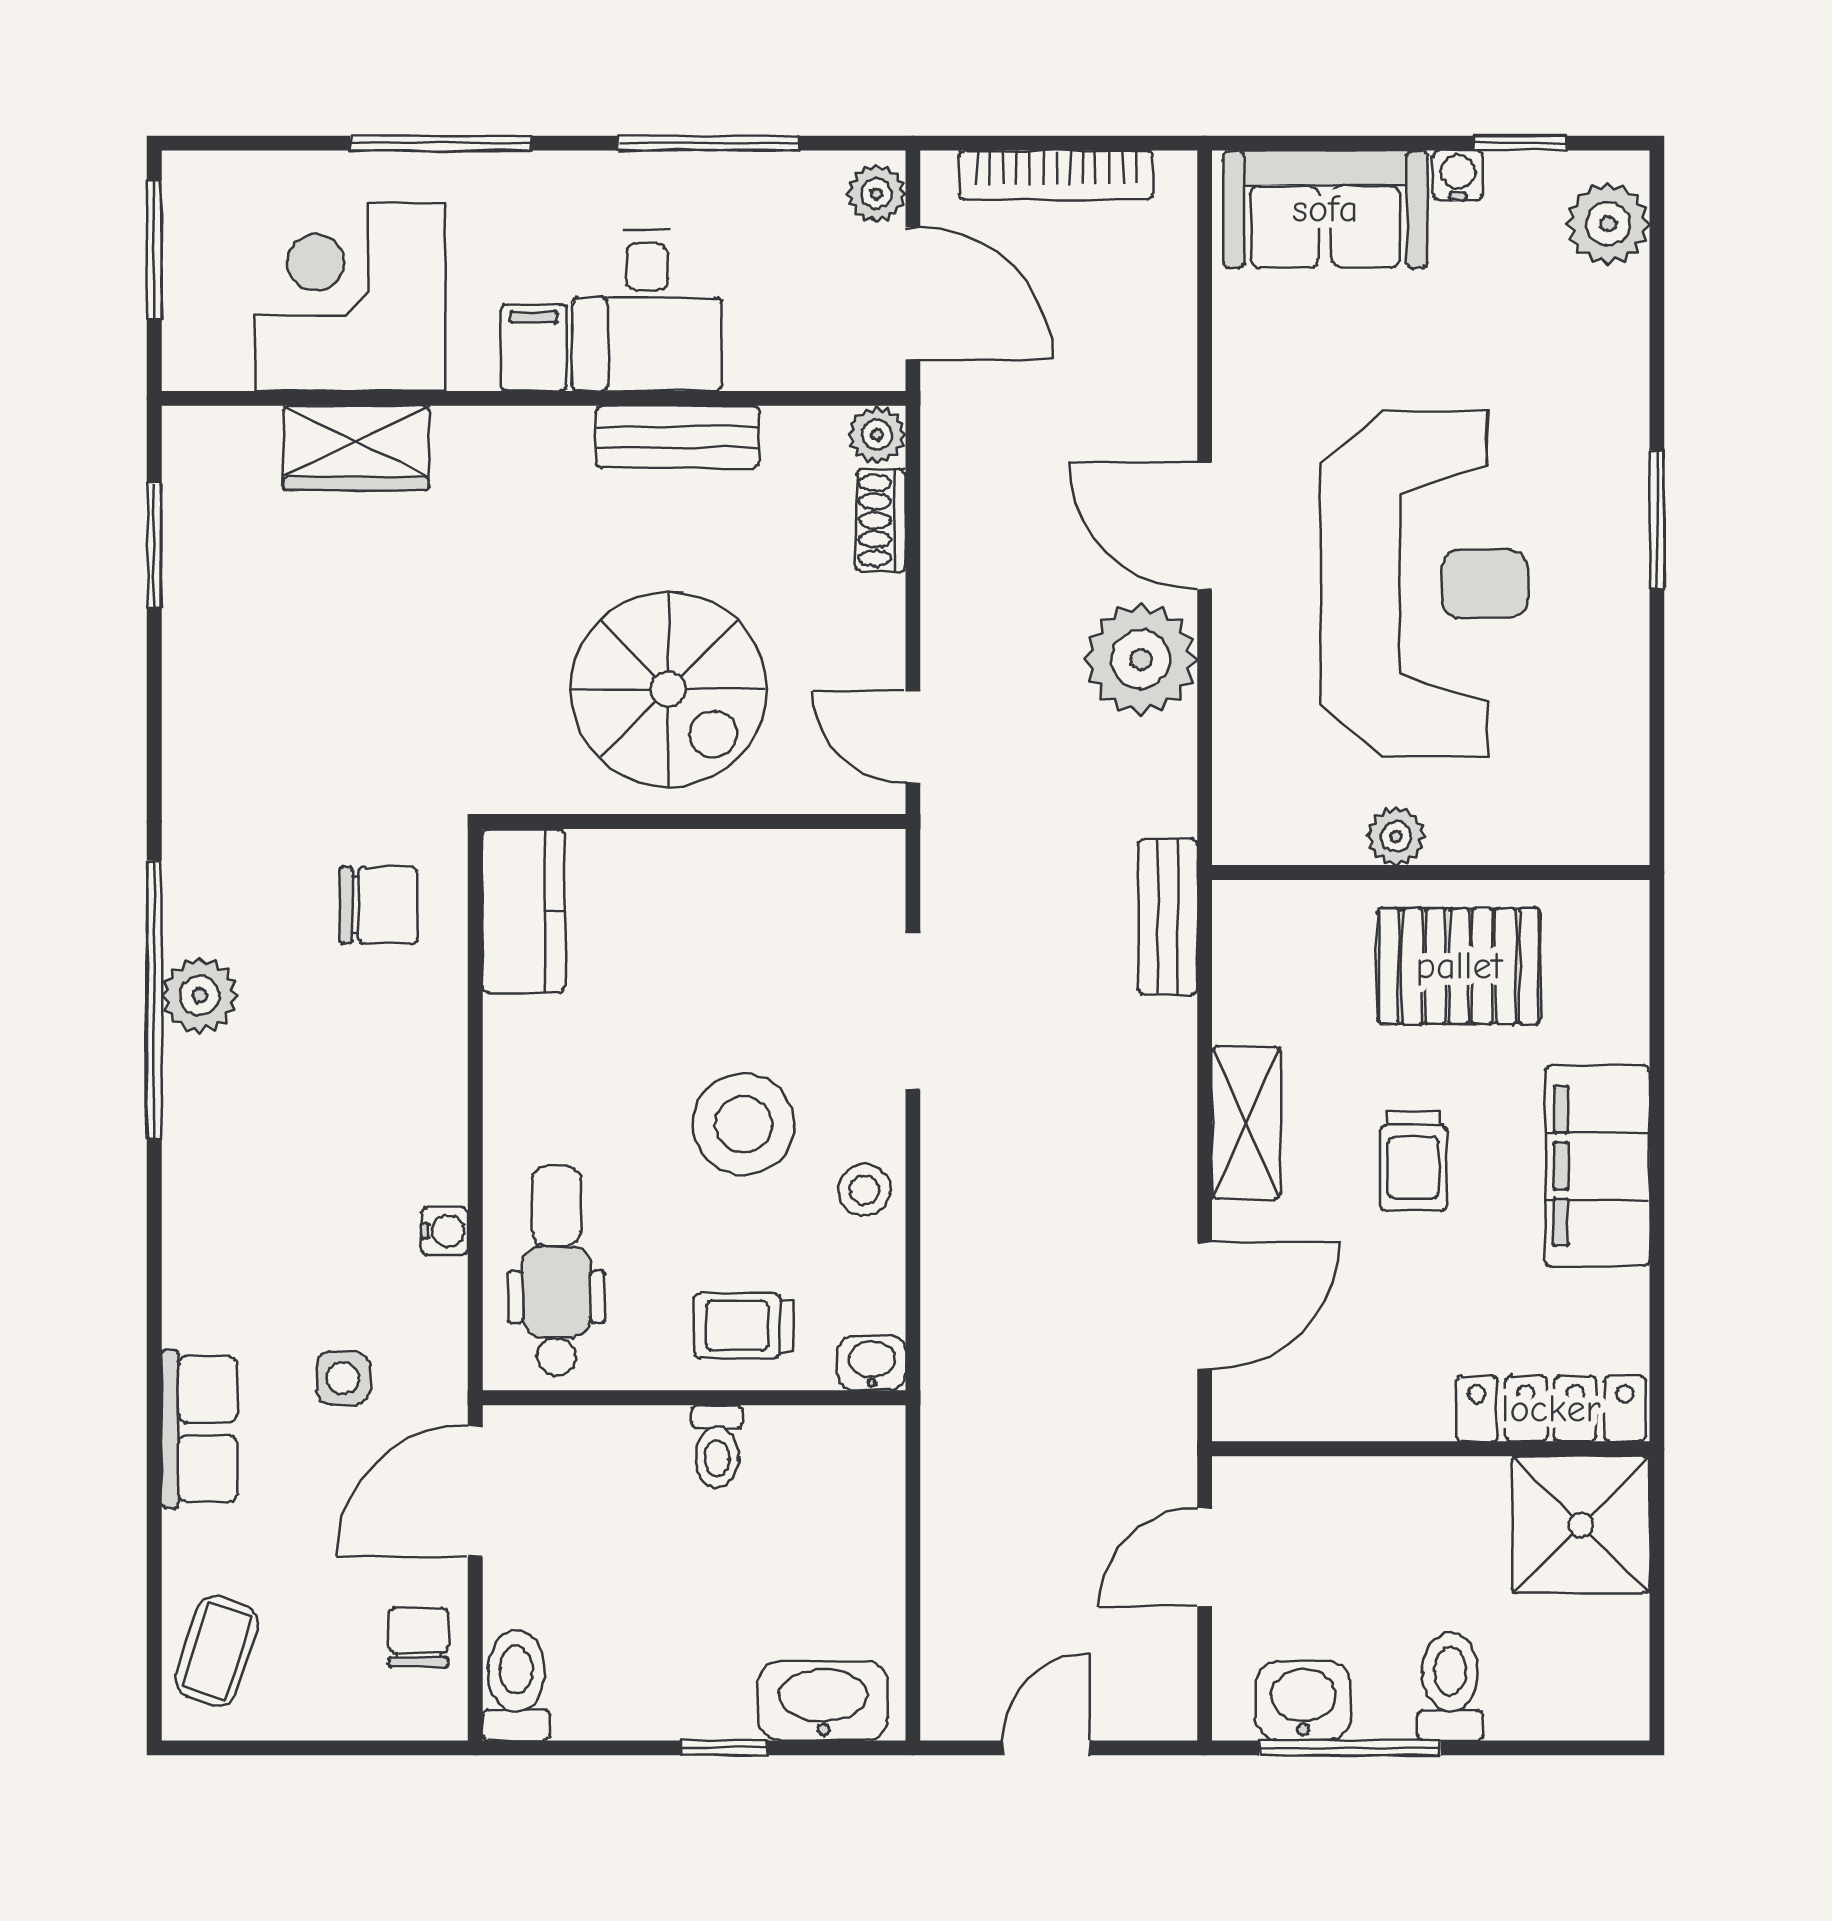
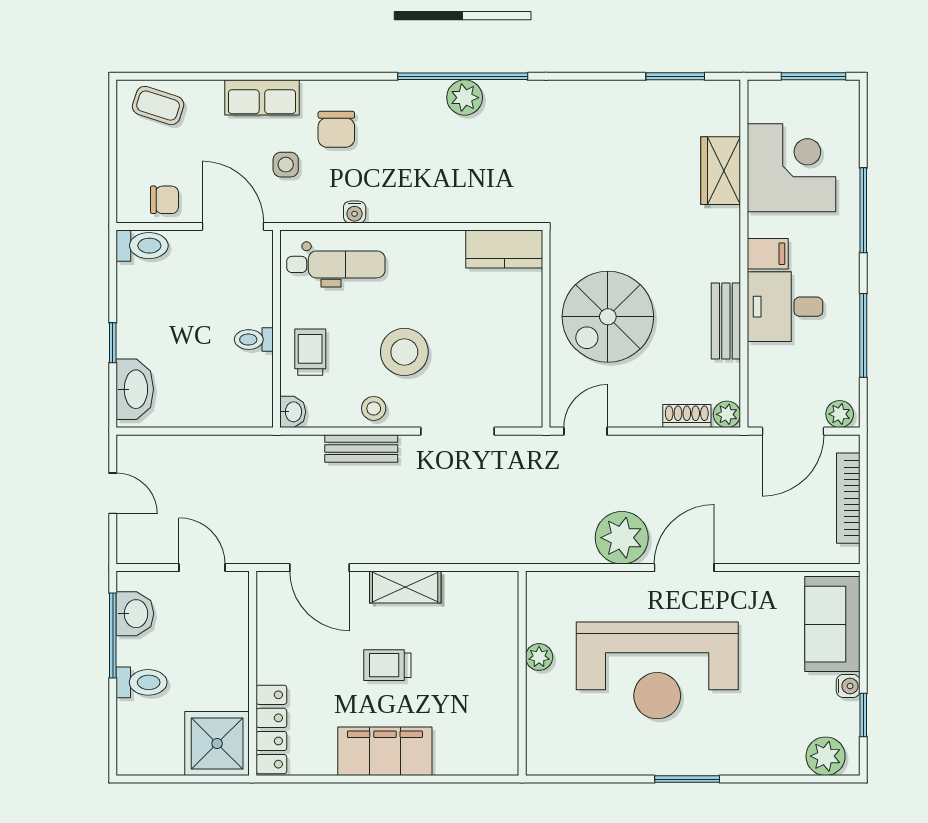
chair: (379, 905) -> (336, 129), moved
bench: (1168, 917) -> (361, 448), moved
pallet: (1459, 966) -> (478, 686), removed

